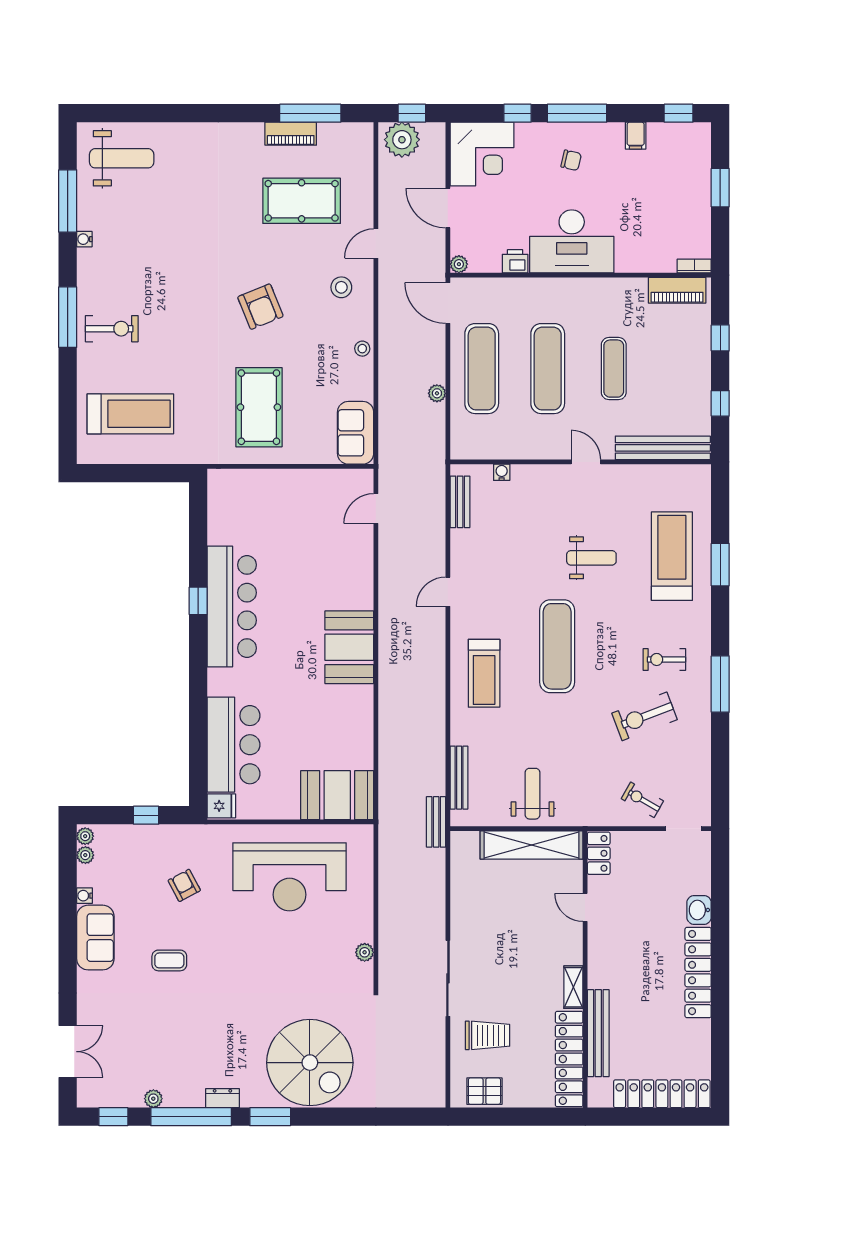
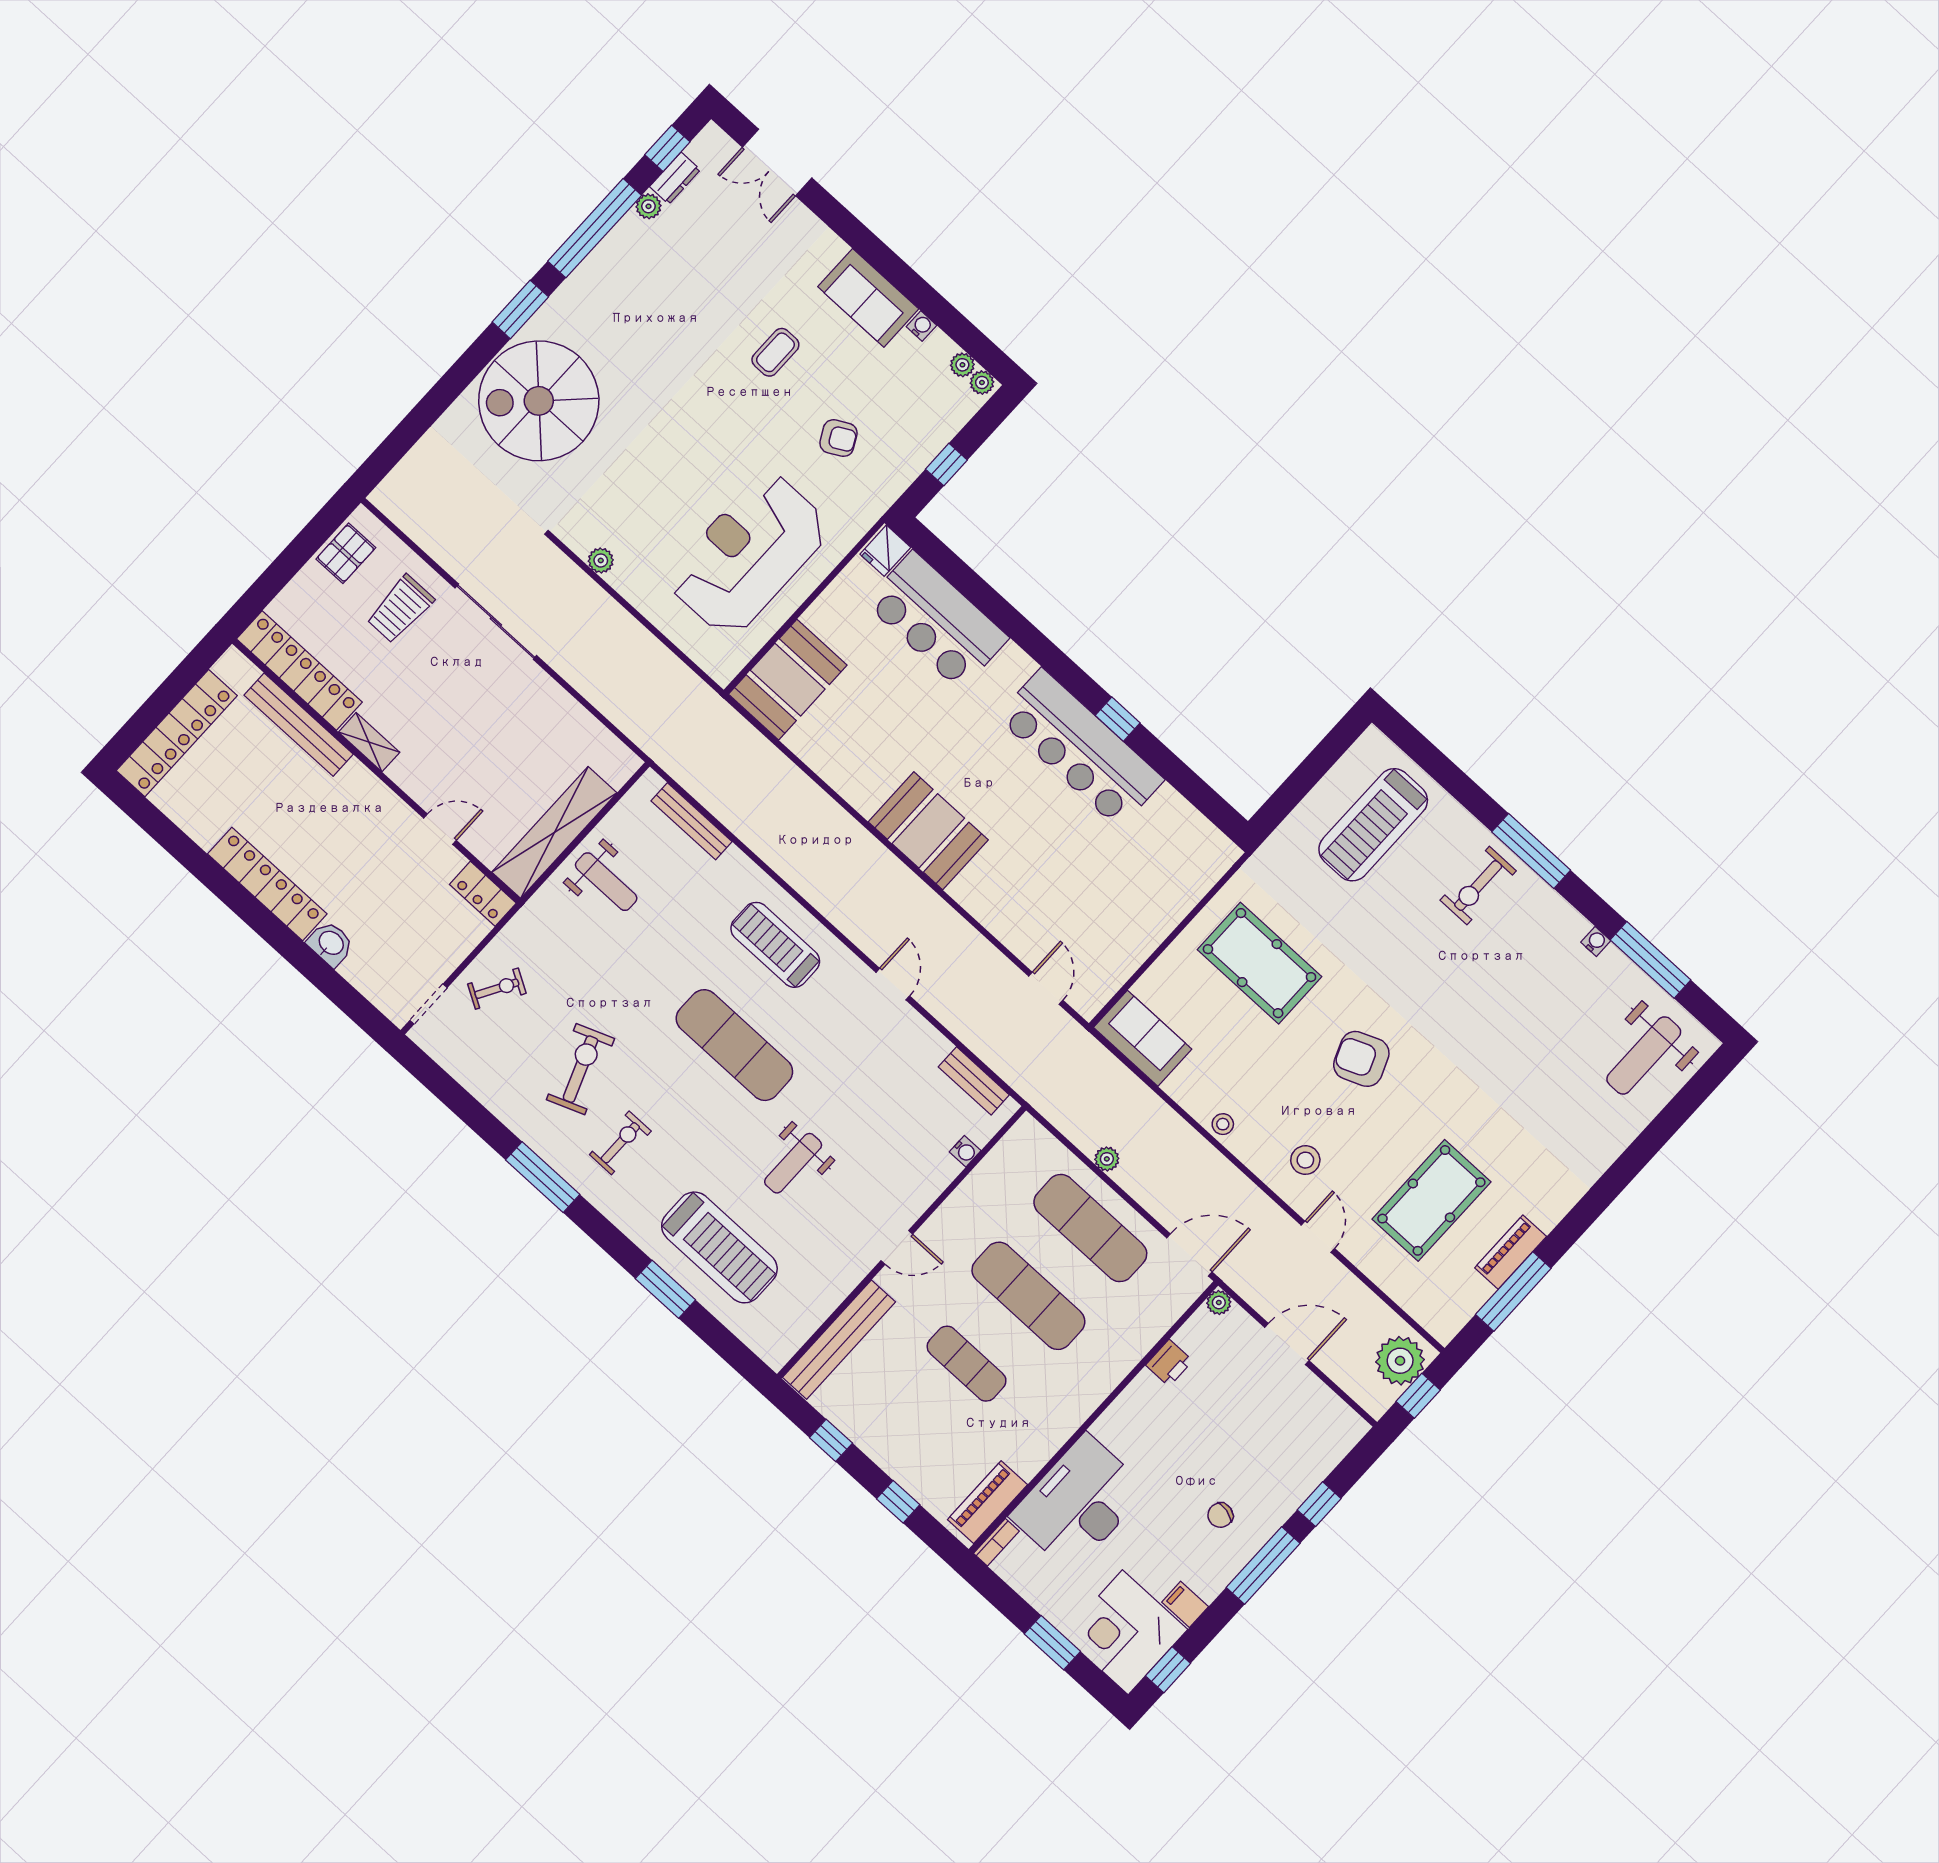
corner desk: (482, 154) -> (1125, 1632), moved
desk: (572, 241) -> (1079, 1503), moved
bench: (436, 822) -> (668, 756), removed
dresser: (222, 1098) -> (675, 178), moved

